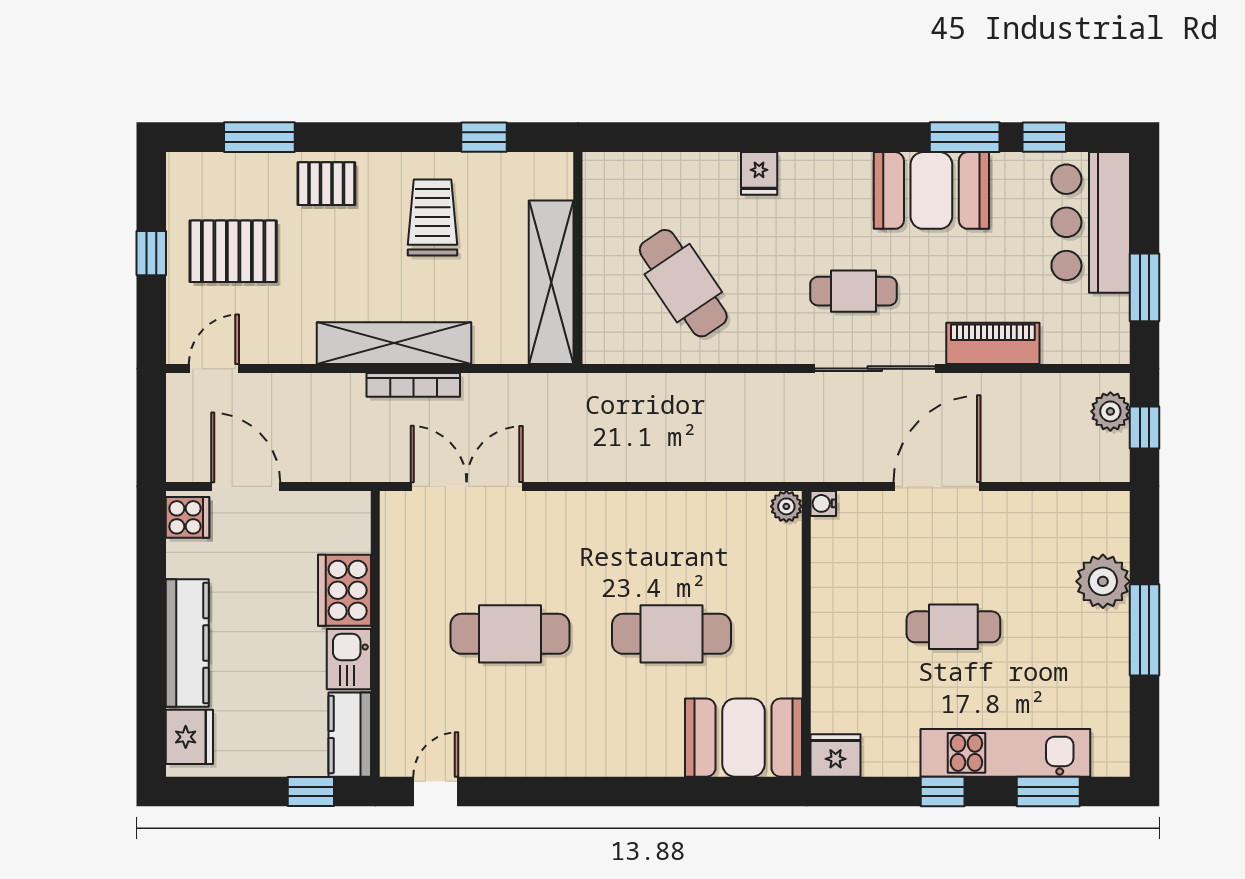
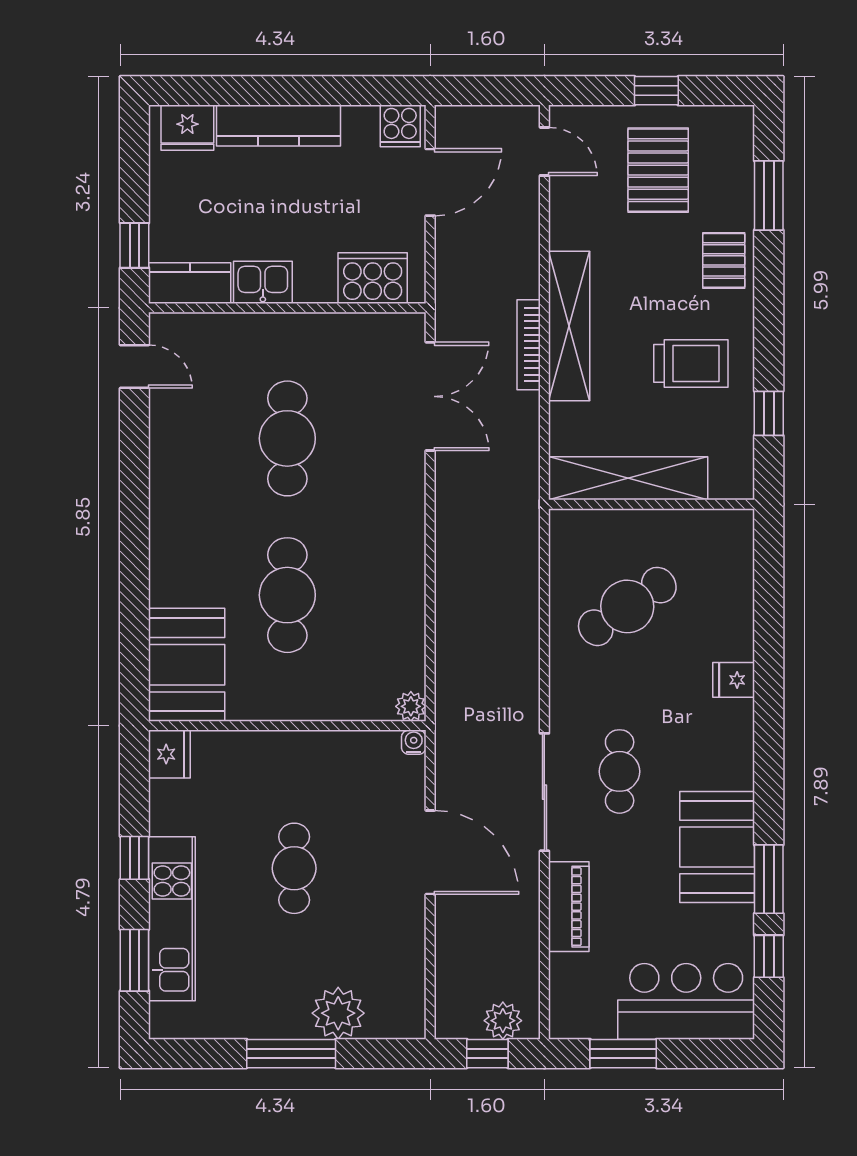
cooker: (345, 590) -> (373, 278), moved

